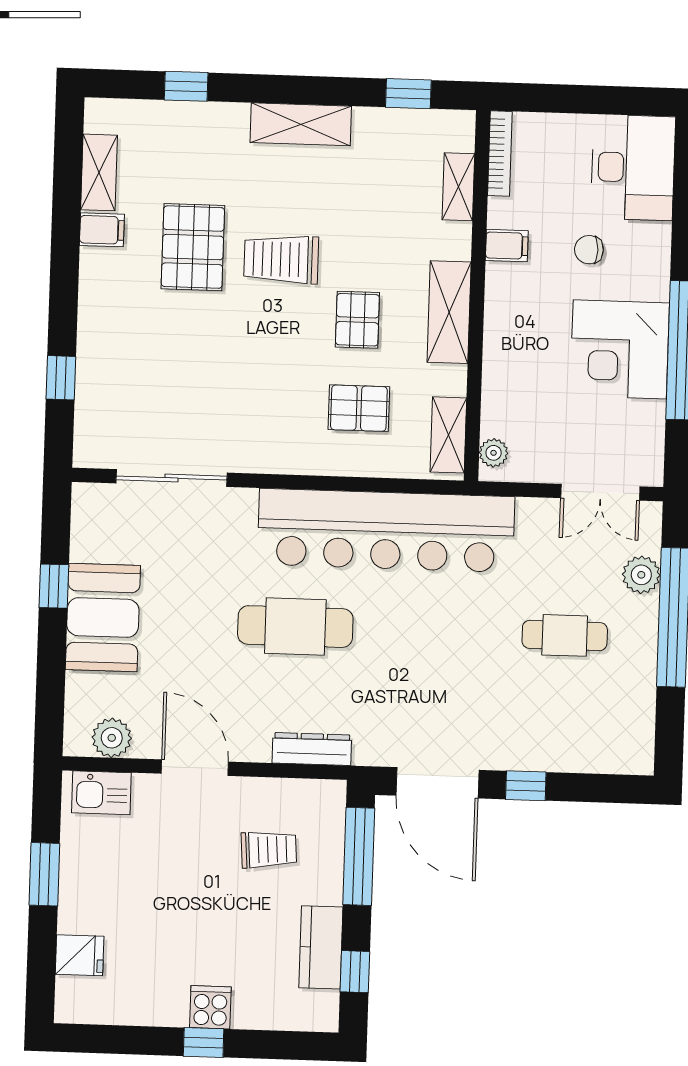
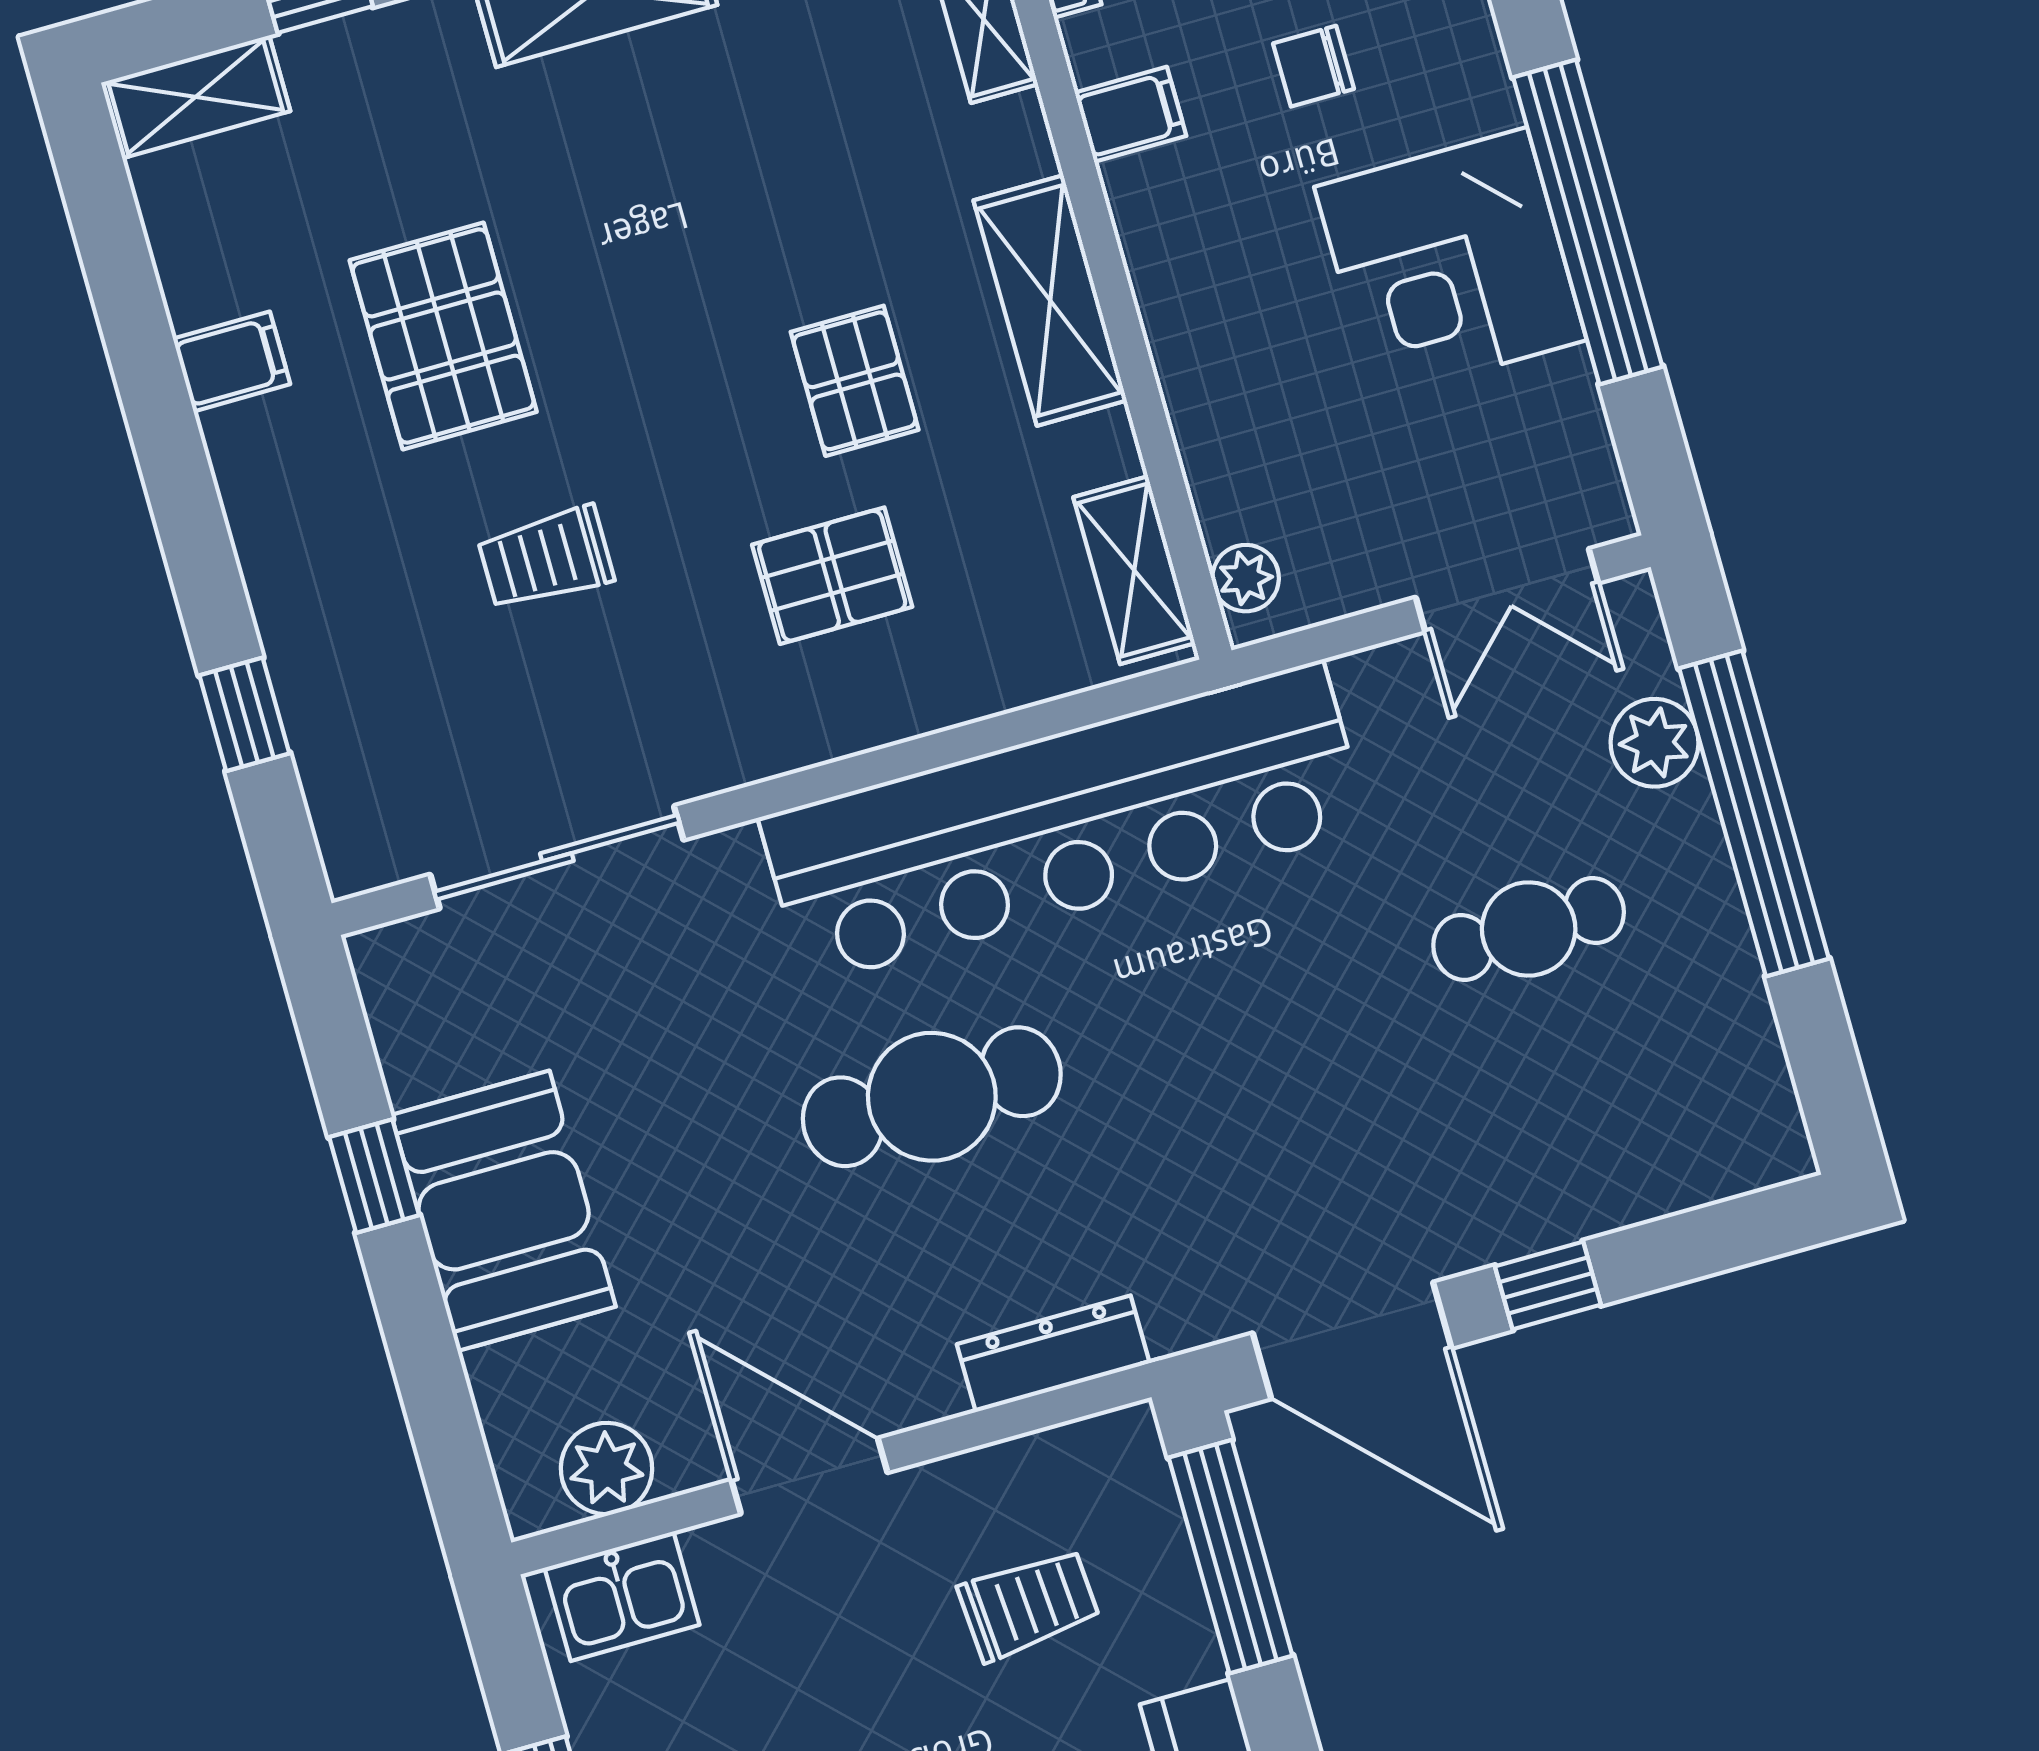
shelving: (99, 172) -> (196, 97), moved, turned 90
trolley: (281, 259) -> (546, 558), moved, width x0.73, depth x0.72
pallet: (359, 408) -> (832, 576), moved

